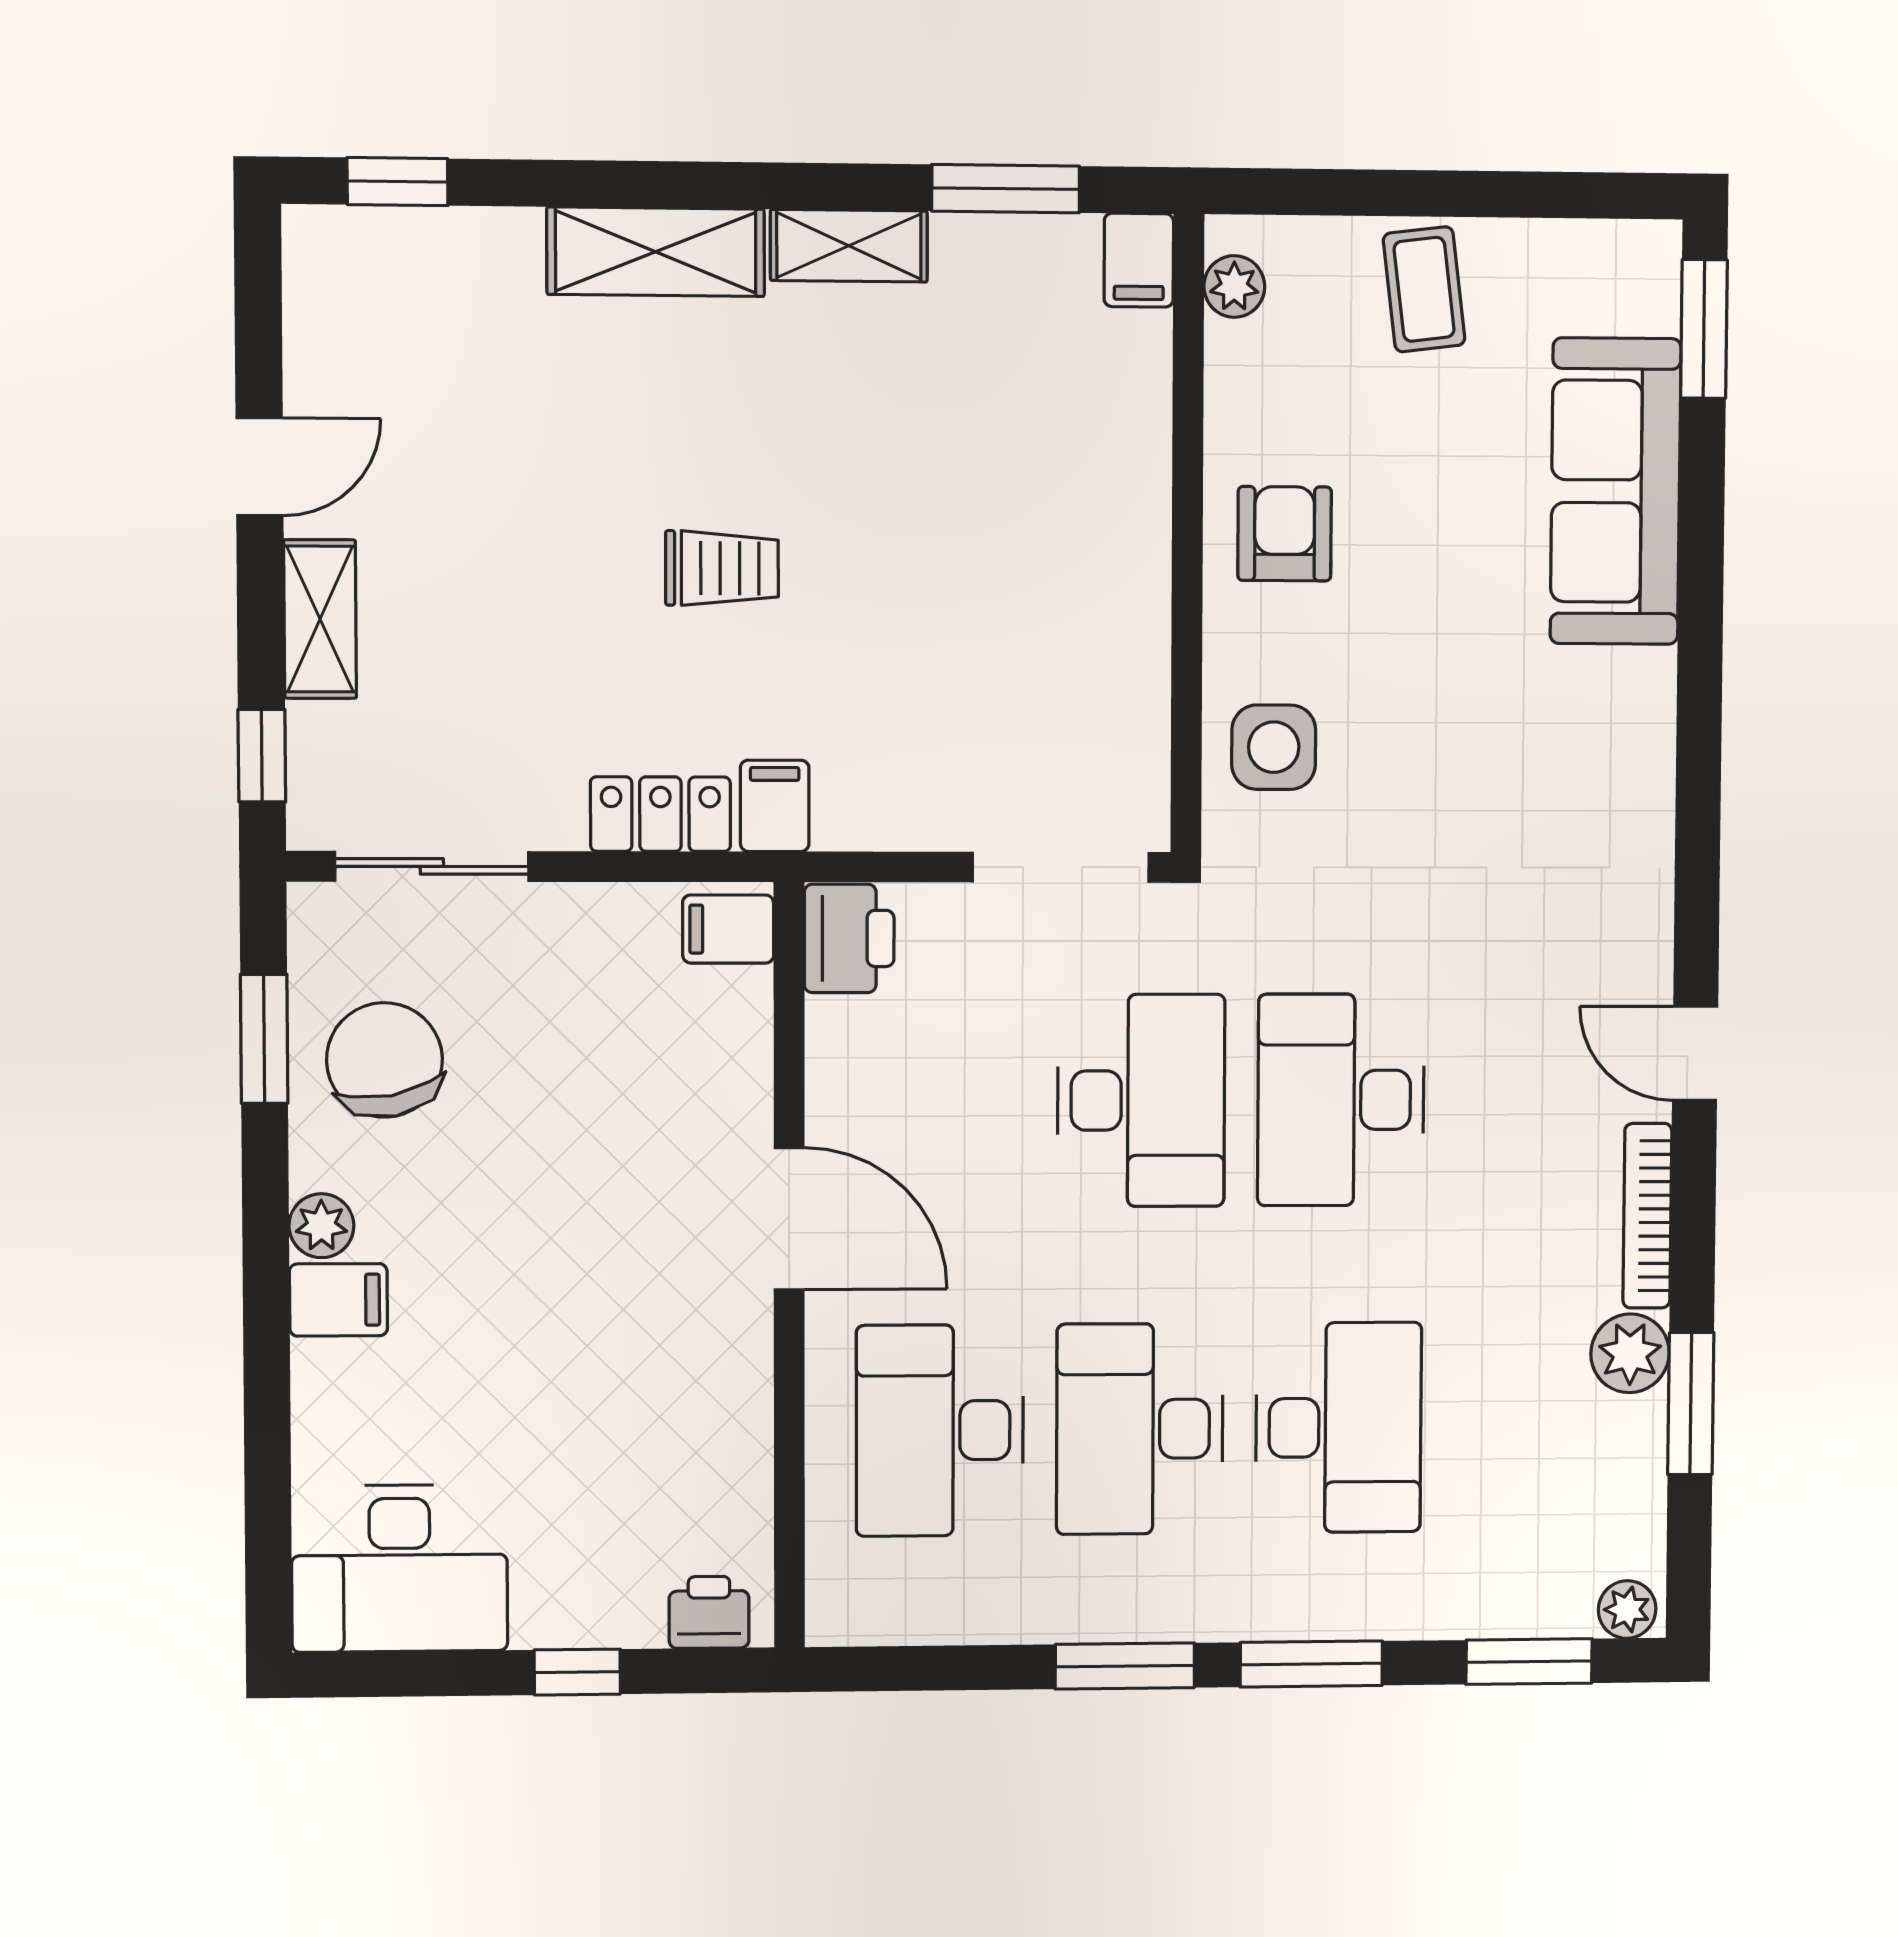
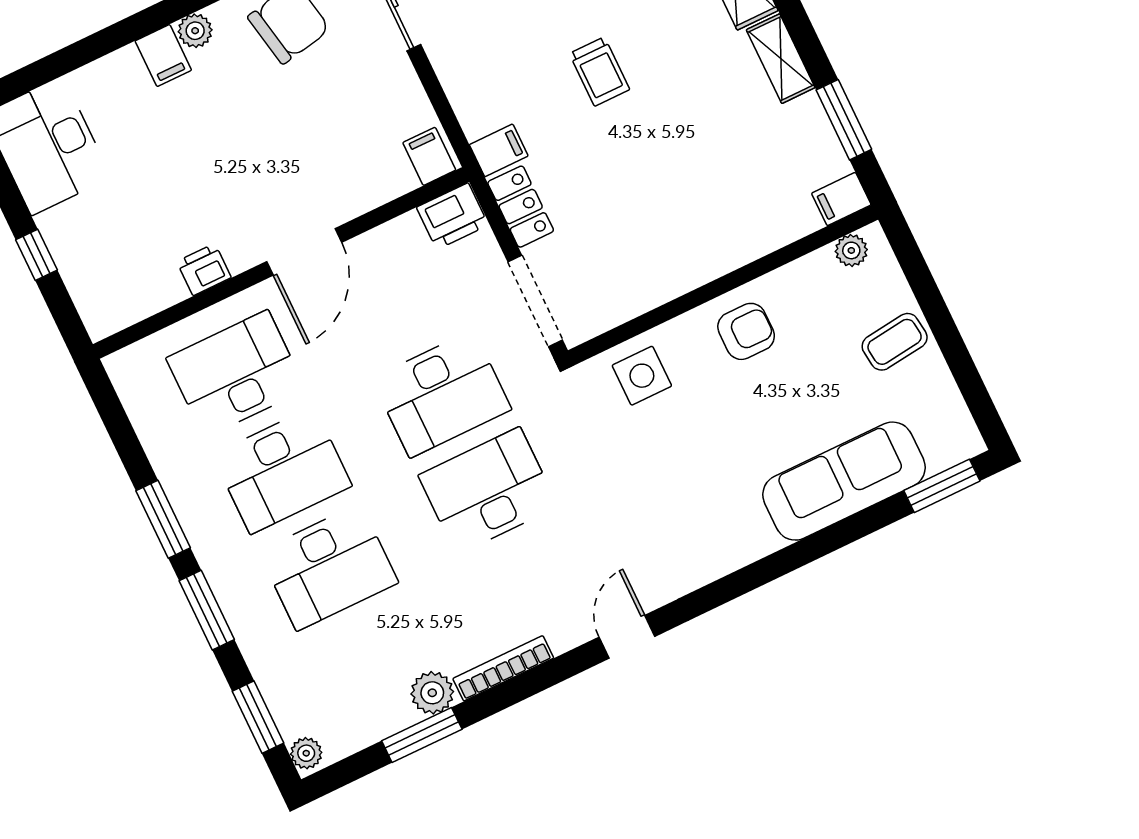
locker: (660, 814) -> (521, 207), moved
door: (1695, 1053) -> (627, 637), moved
desk: (1140, 1429) -> (282, 470), turned 180
printer: (709, 1612) -> (204, 269), moved, turned -90

